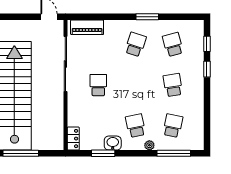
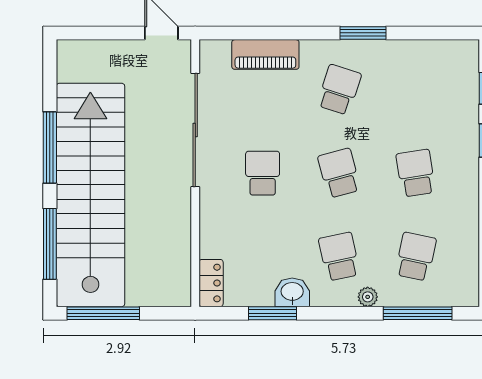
piano: (87, 27) -> (265, 54), moved
school desk: (173, 44) -> (339, 173), moved

